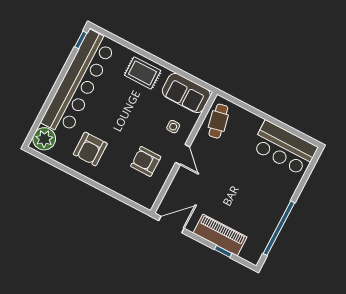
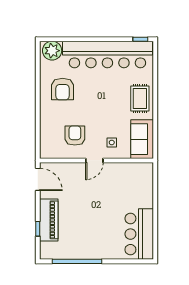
cafe table: (218, 121) -> (134, 174), removed
armchair: (90, 149) -> (63, 89), turned -90

